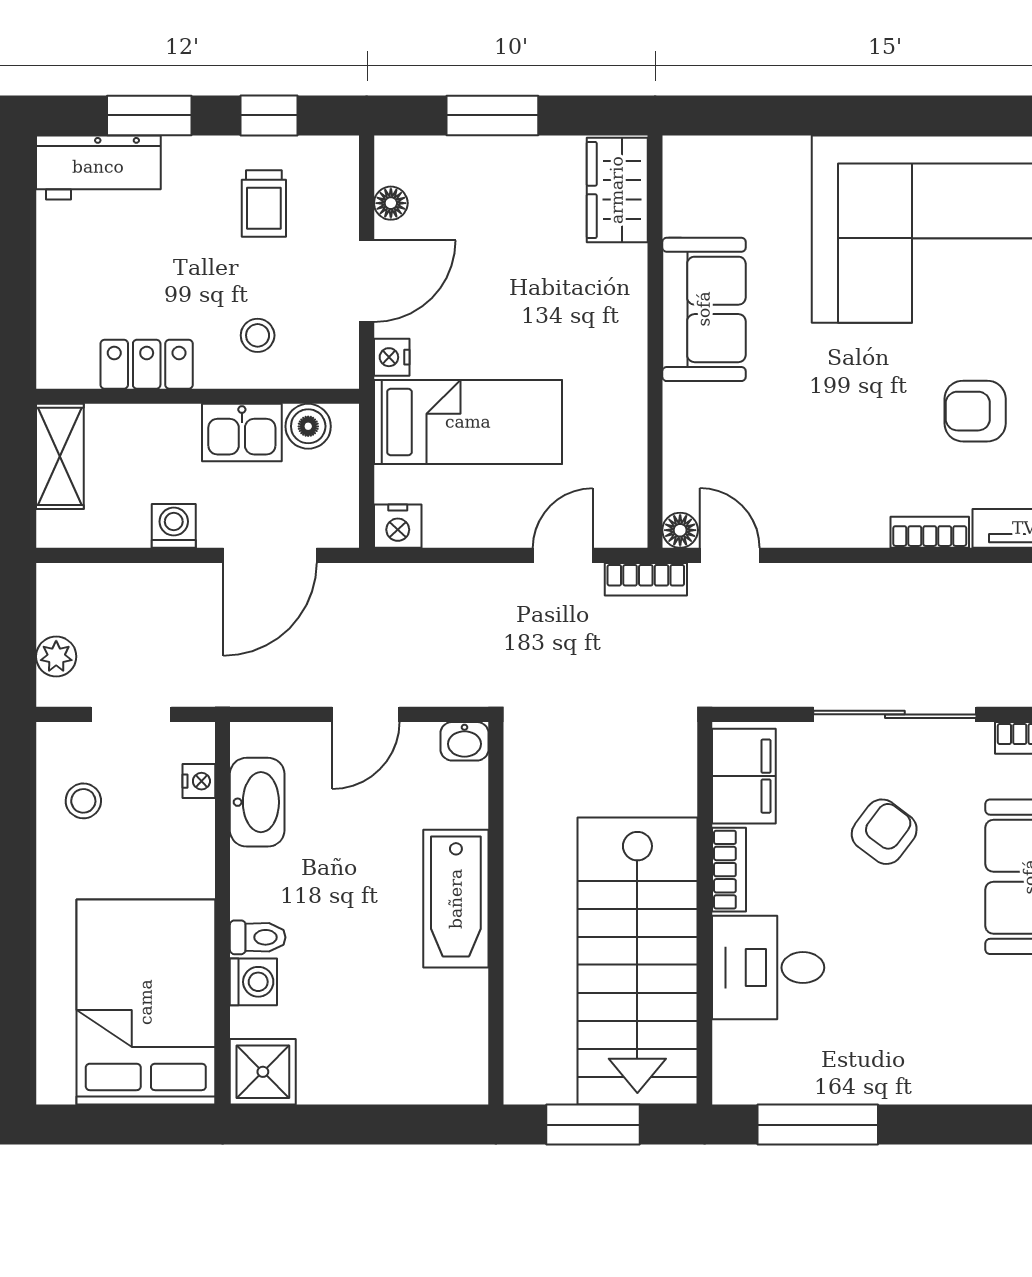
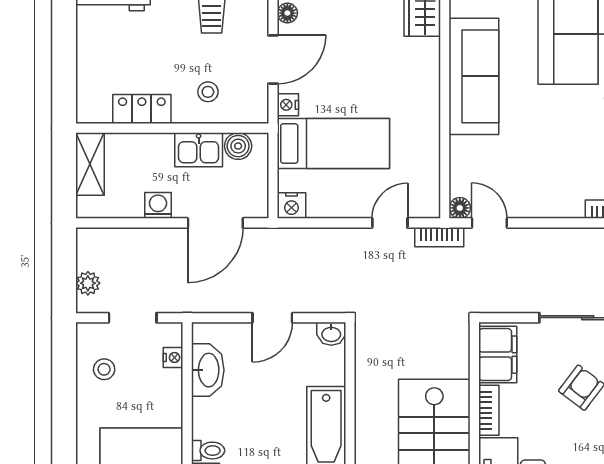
sofa: (704, 309) -> (474, 76), width x1.36

